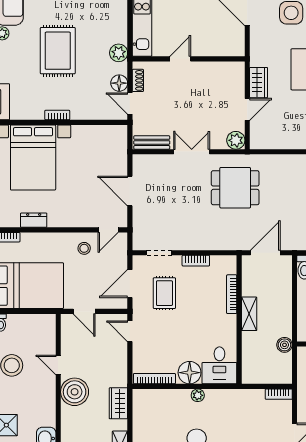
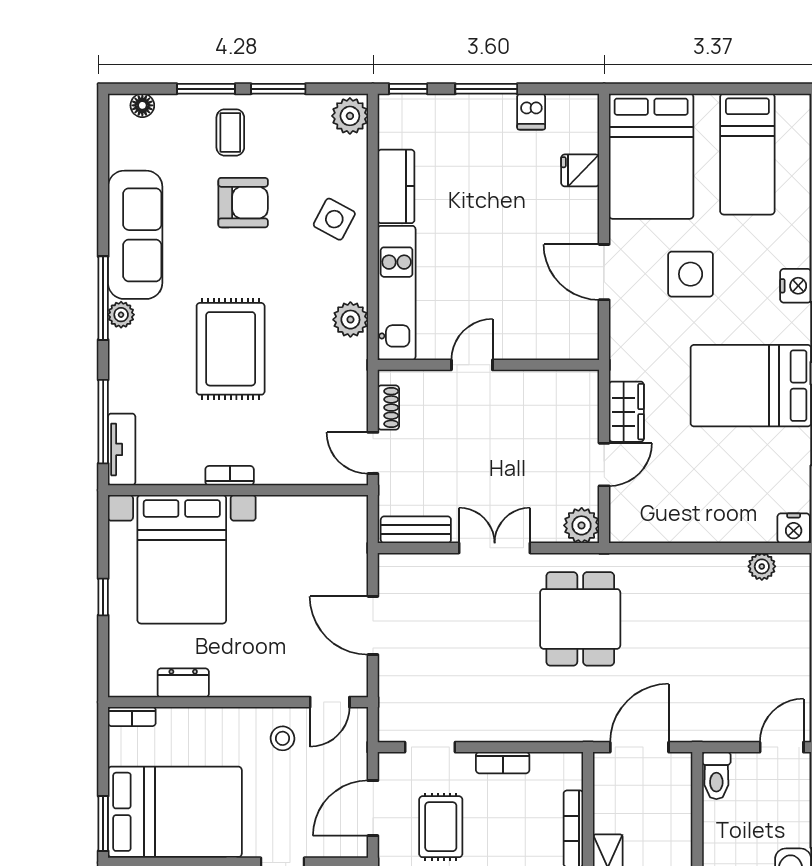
plant: (119, 53) -> (350, 320), moved
floor lamp: (119, 83) -> (352, 413), removed
dining table: (235, 188) -> (580, 619), turned 90

